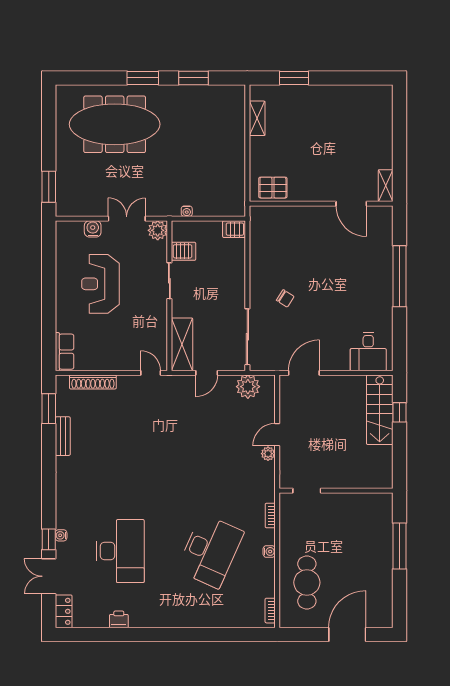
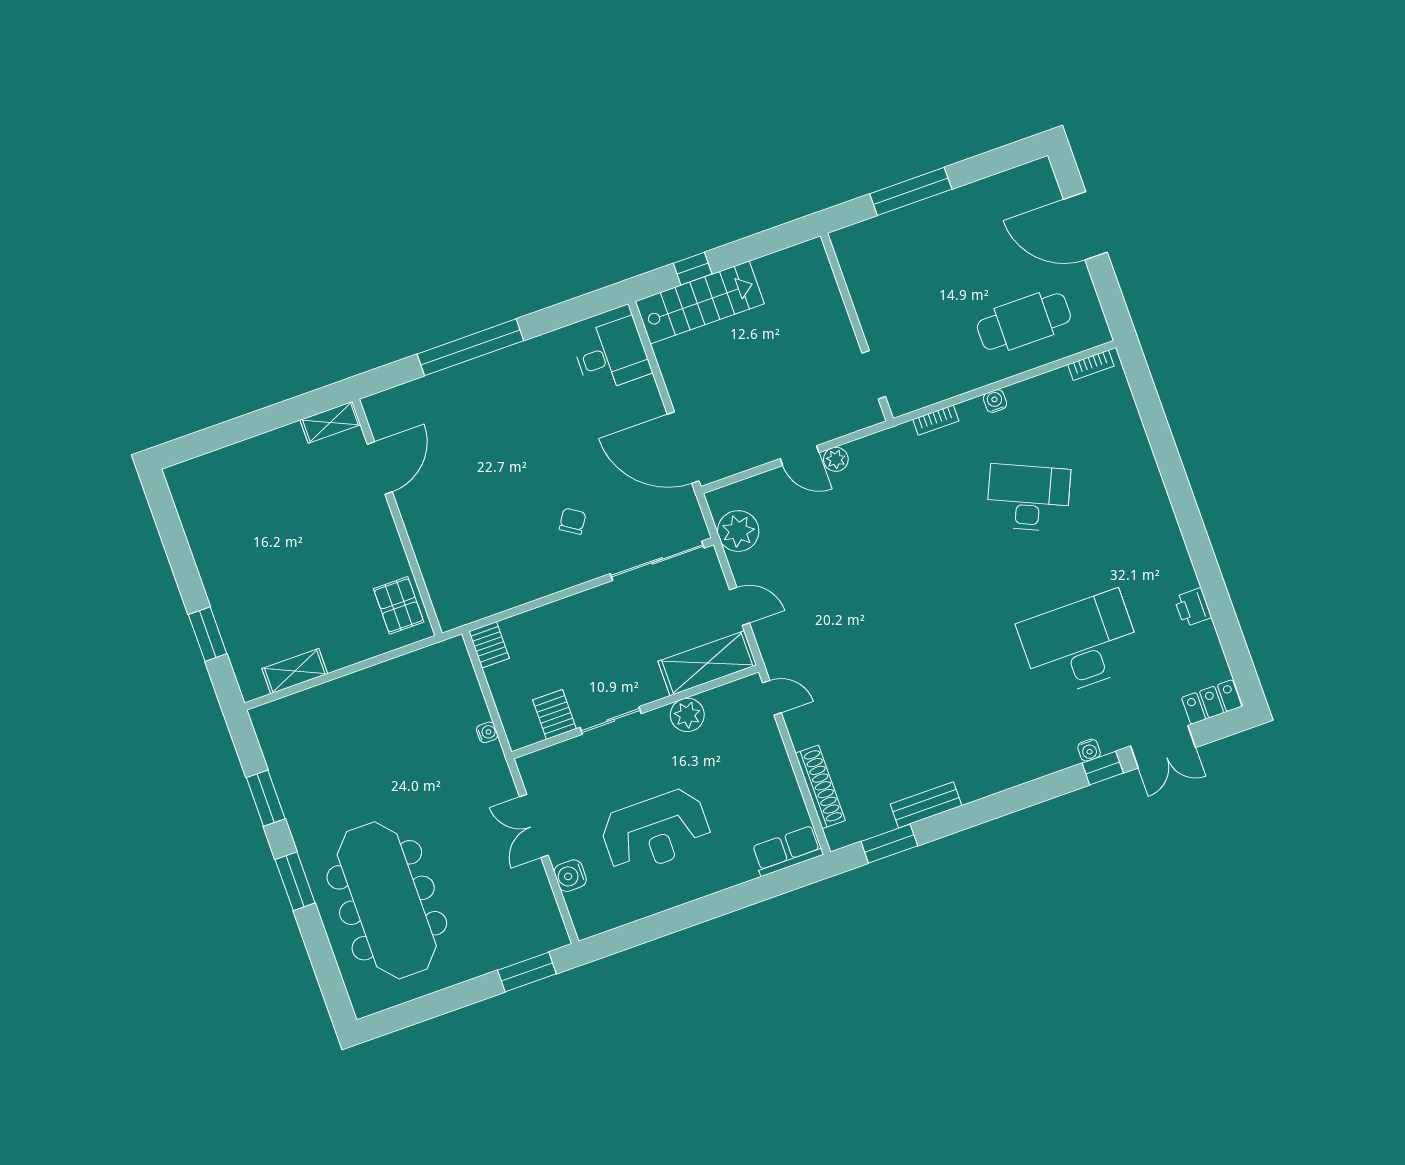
plant: (158, 230) -> (687, 715), moved
door: (151, 373) -> (772, 698), swing flipped
door: (304, 373) -> (683, 448), width x1.36
desk: (210, 551) -> (1028, 498), width x0.73, depth x0.77

